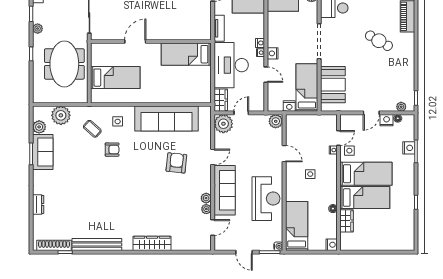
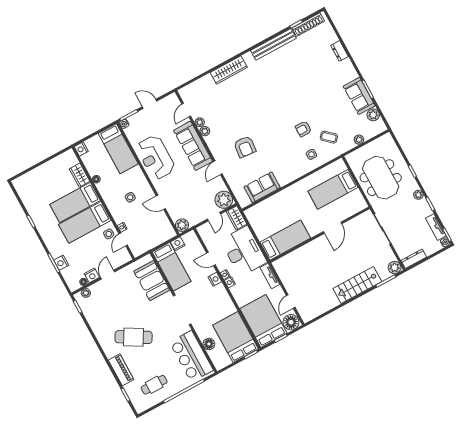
cafe table: (379, 41) -> (134, 337), width x1.37, depth x1.35
plant: (61, 115) -> (359, 140), width x0.53, depth x0.53
sofa: (166, 118) -> (262, 187), width x0.54, depth x0.79

